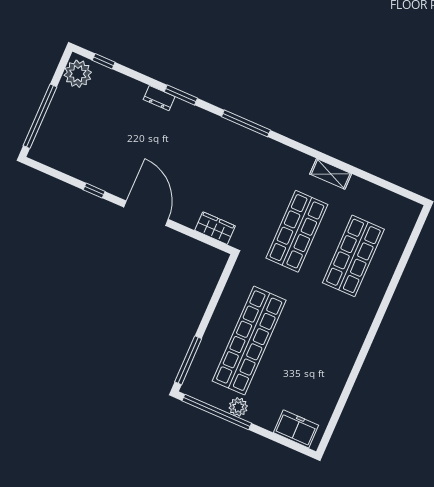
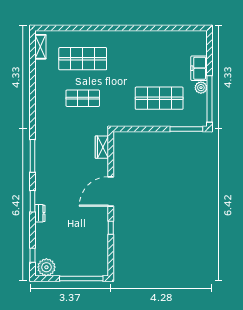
shelving: (331, 174) -> (40, 47), moved
shop shelf: (297, 231) -> (83, 98), width x0.70, depth x0.74
shop shelf: (249, 341) -> (159, 98), width x0.71
freezer: (296, 429) -> (199, 68), moved

